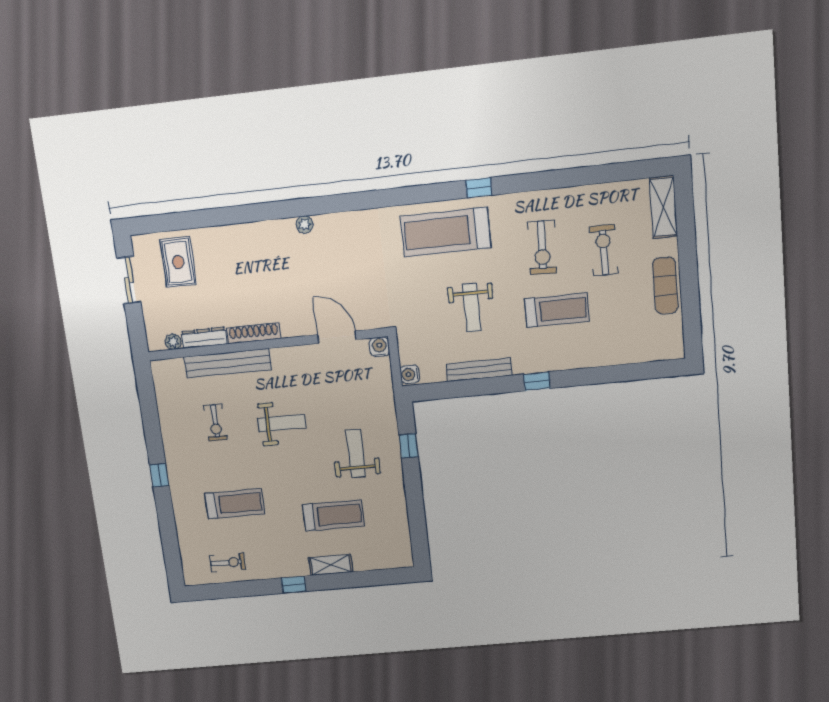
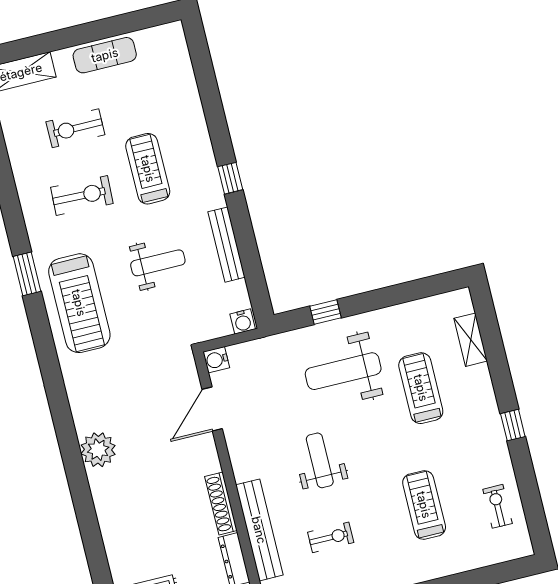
window: (479, 188) -> (27, 274), width x1.50
plant: (305, 224) -> (98, 450), width x1.88, depth x1.88
weight bench: (356, 453) -> (343, 371), width x1.36, depth x1.33
shelving: (331, 565) -> (471, 340), moved

